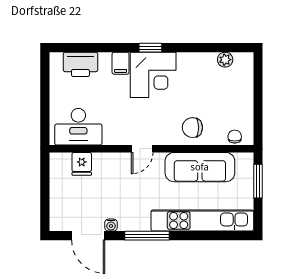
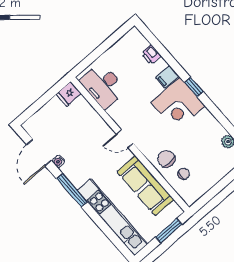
printer: (80, 64) -> (151, 55), width x0.53, depth x0.68
chair: (235, 137) -> (184, 174), moved
fridge: (82, 164) -> (69, 94), moved

